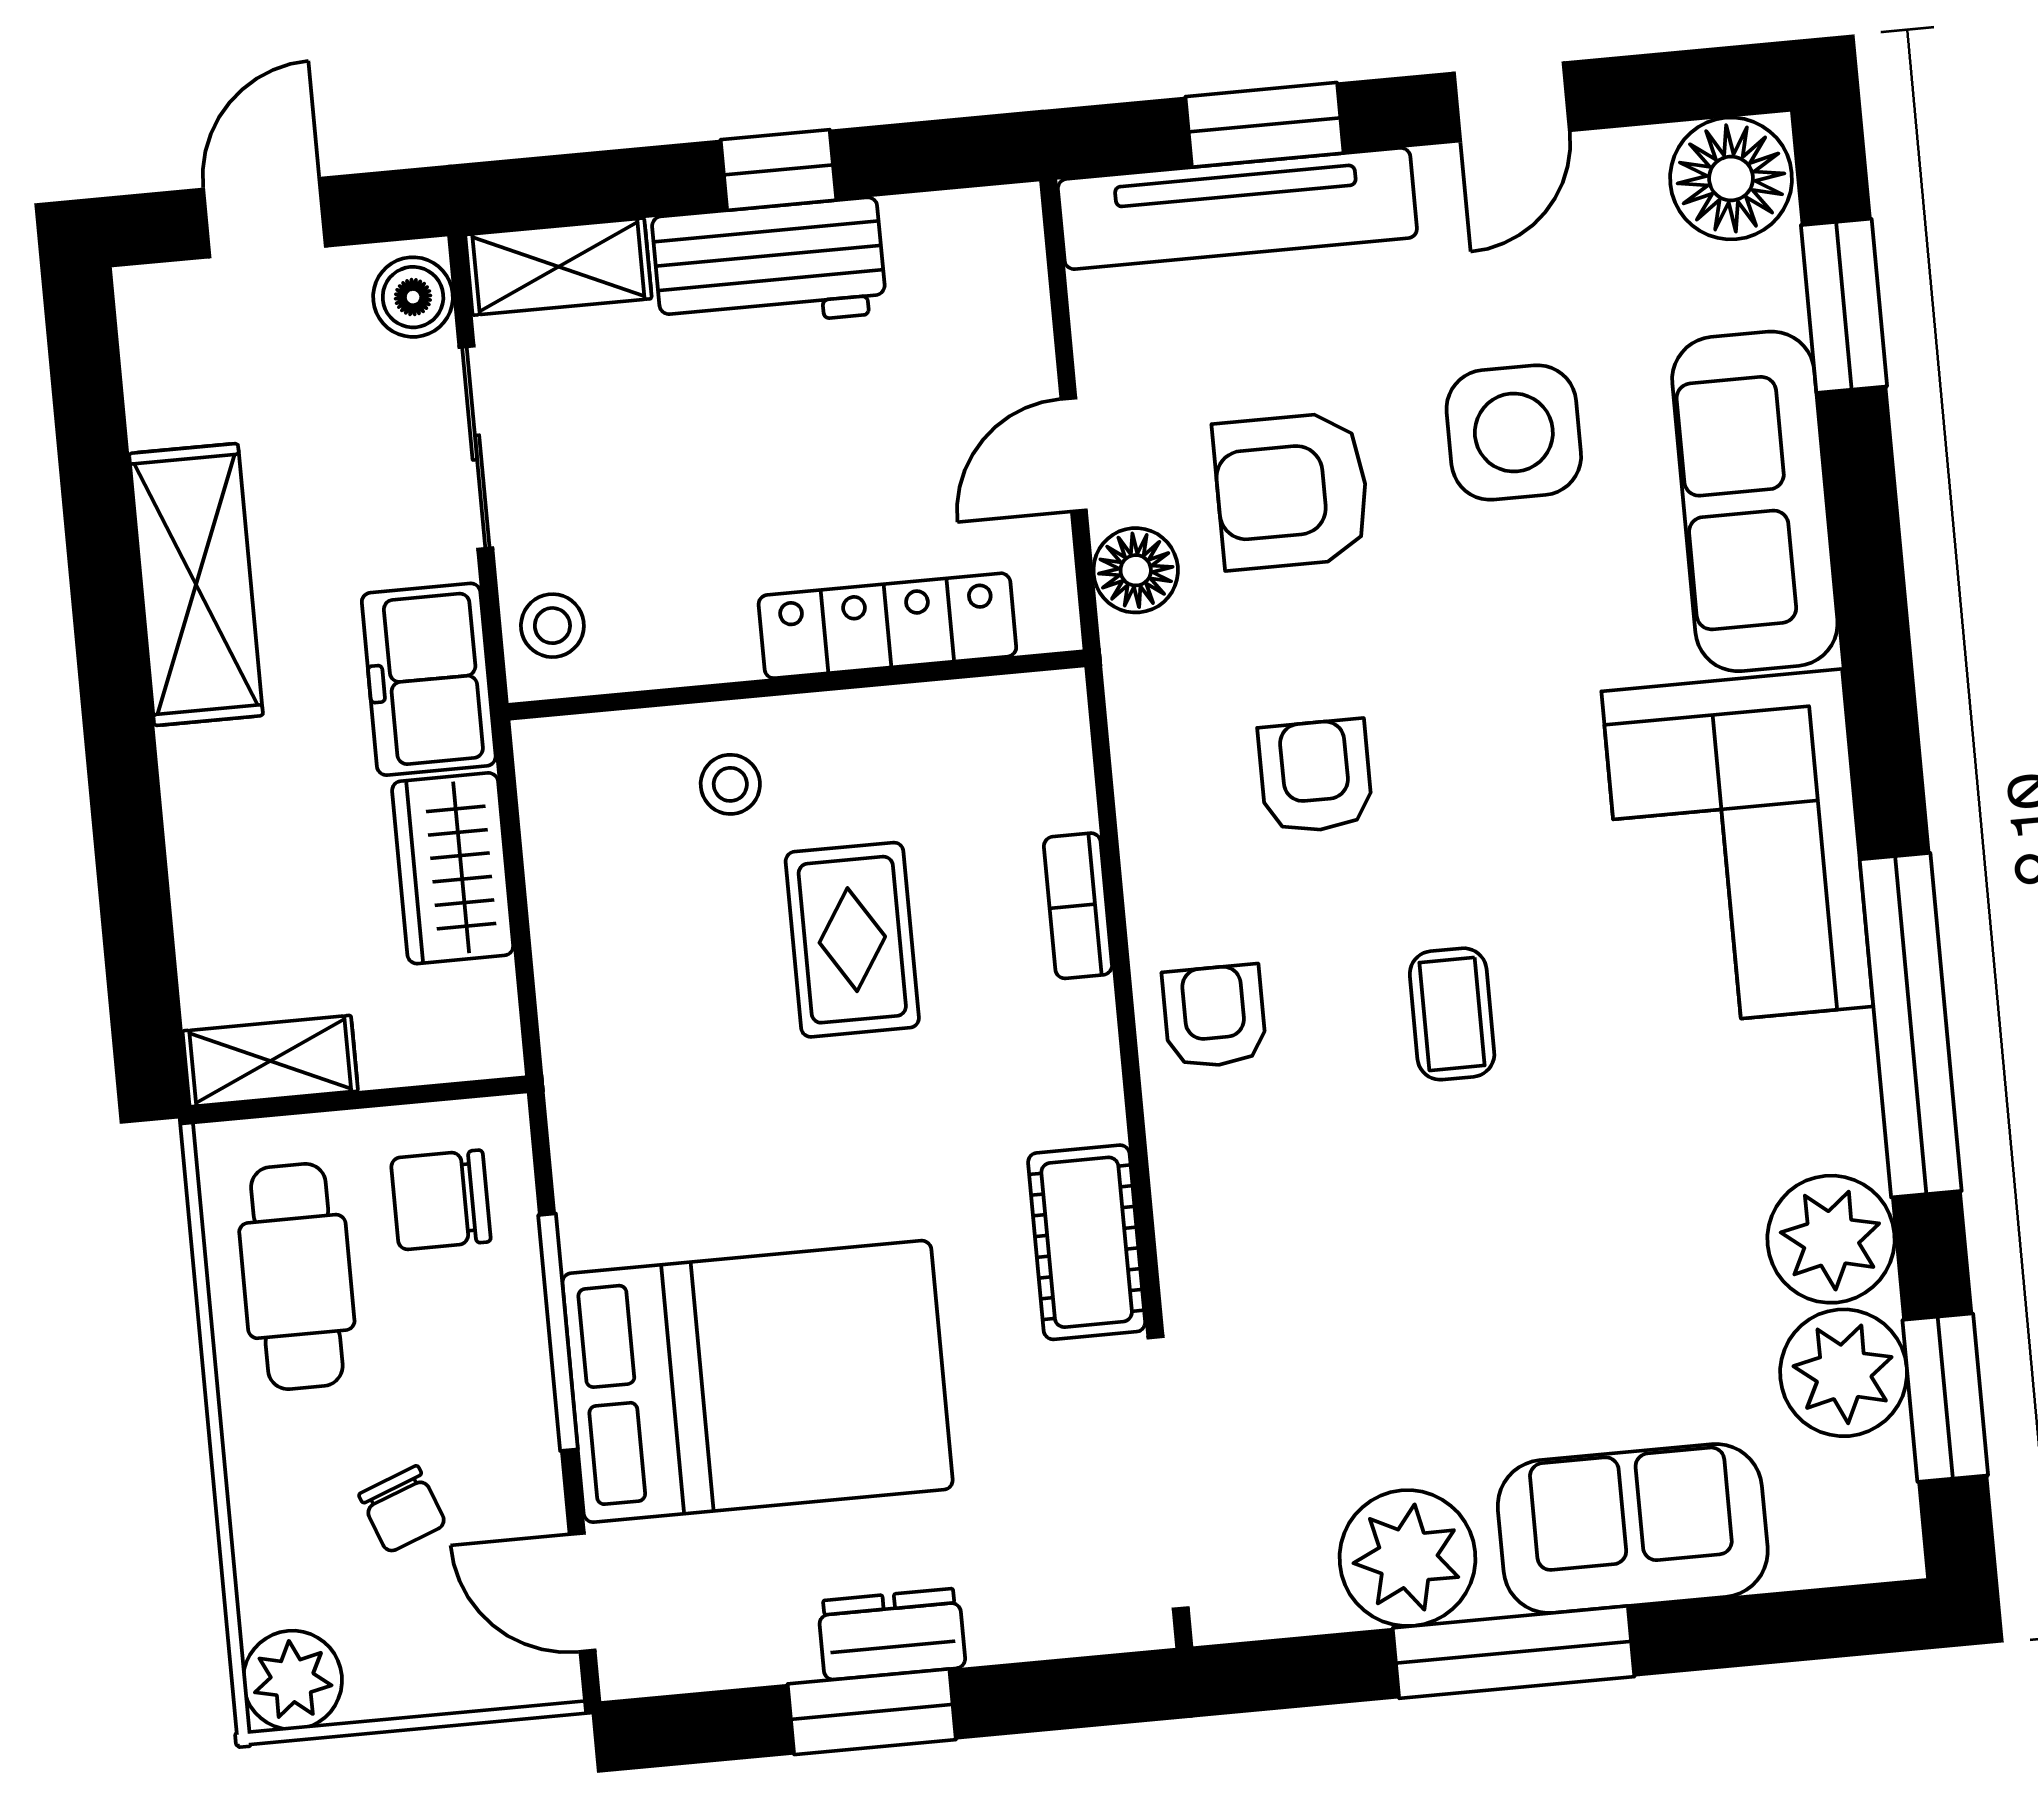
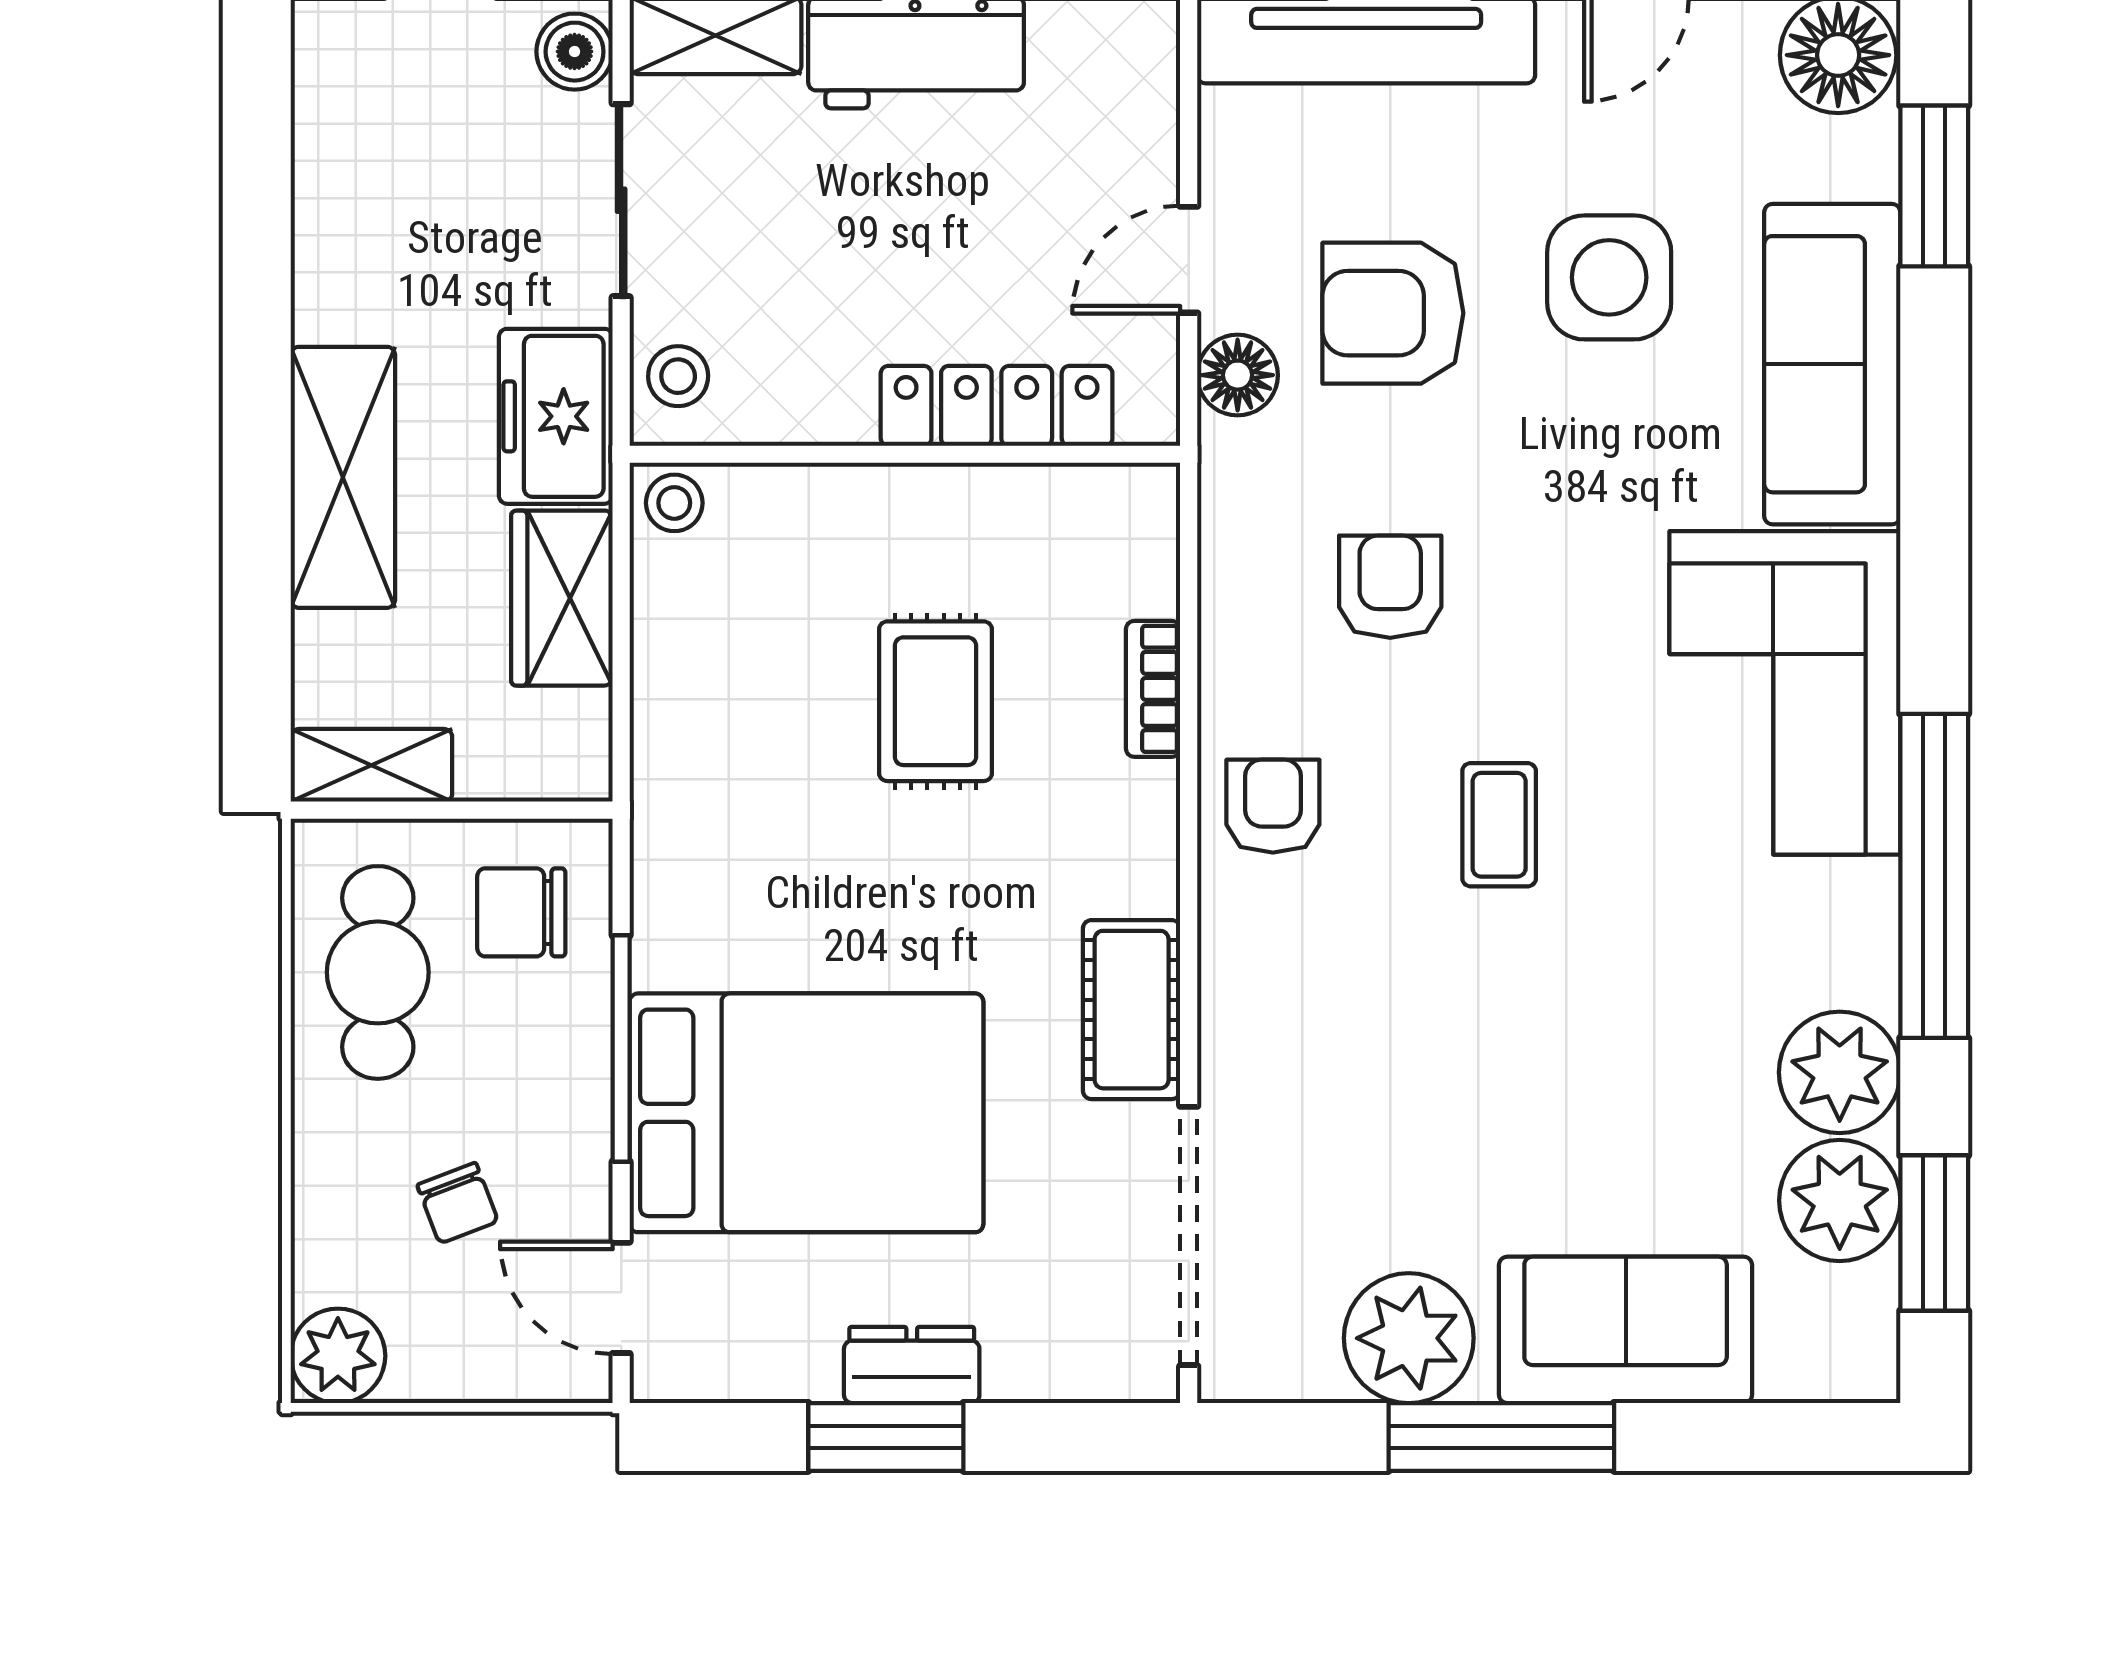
shelving: (196, 584) -> (343, 477), moved
stool: (730, 784) -> (674, 503), moved

